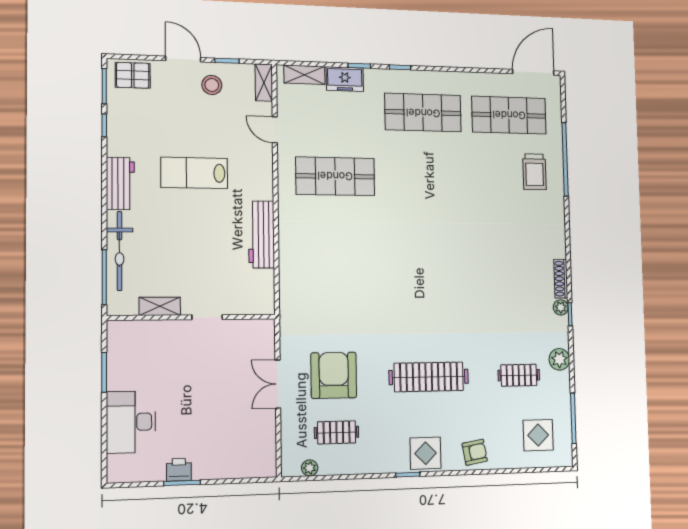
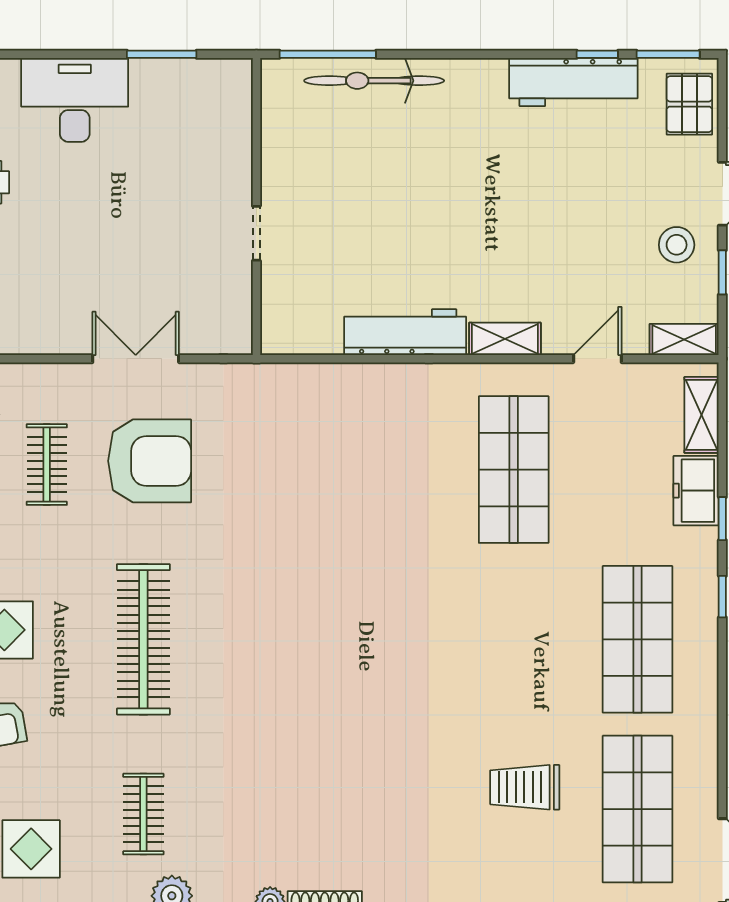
trolley: (534, 172) -> (525, 787), moved
lab bench: (194, 173) -> (515, 212), removed
workbench: (120, 184) -> (573, 82), moved, width x1.38
shelving: (160, 306) -> (505, 339), moved, turned 90

